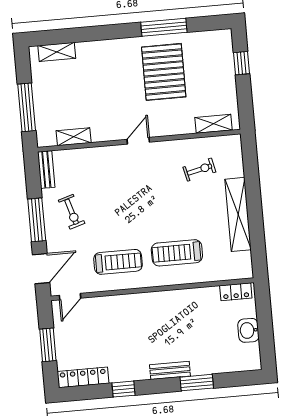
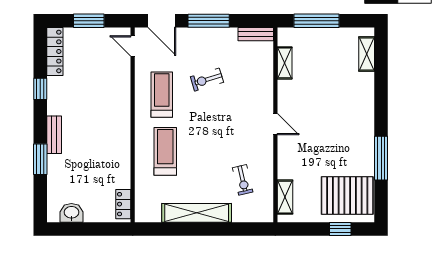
pallet: (164, 72) -> (347, 195), moved
exercise bike: (72, 212) -> (207, 80), moved
treadmill: (118, 262) -> (162, 95), turned 180
washbasin: (248, 330) -> (71, 213), moved

